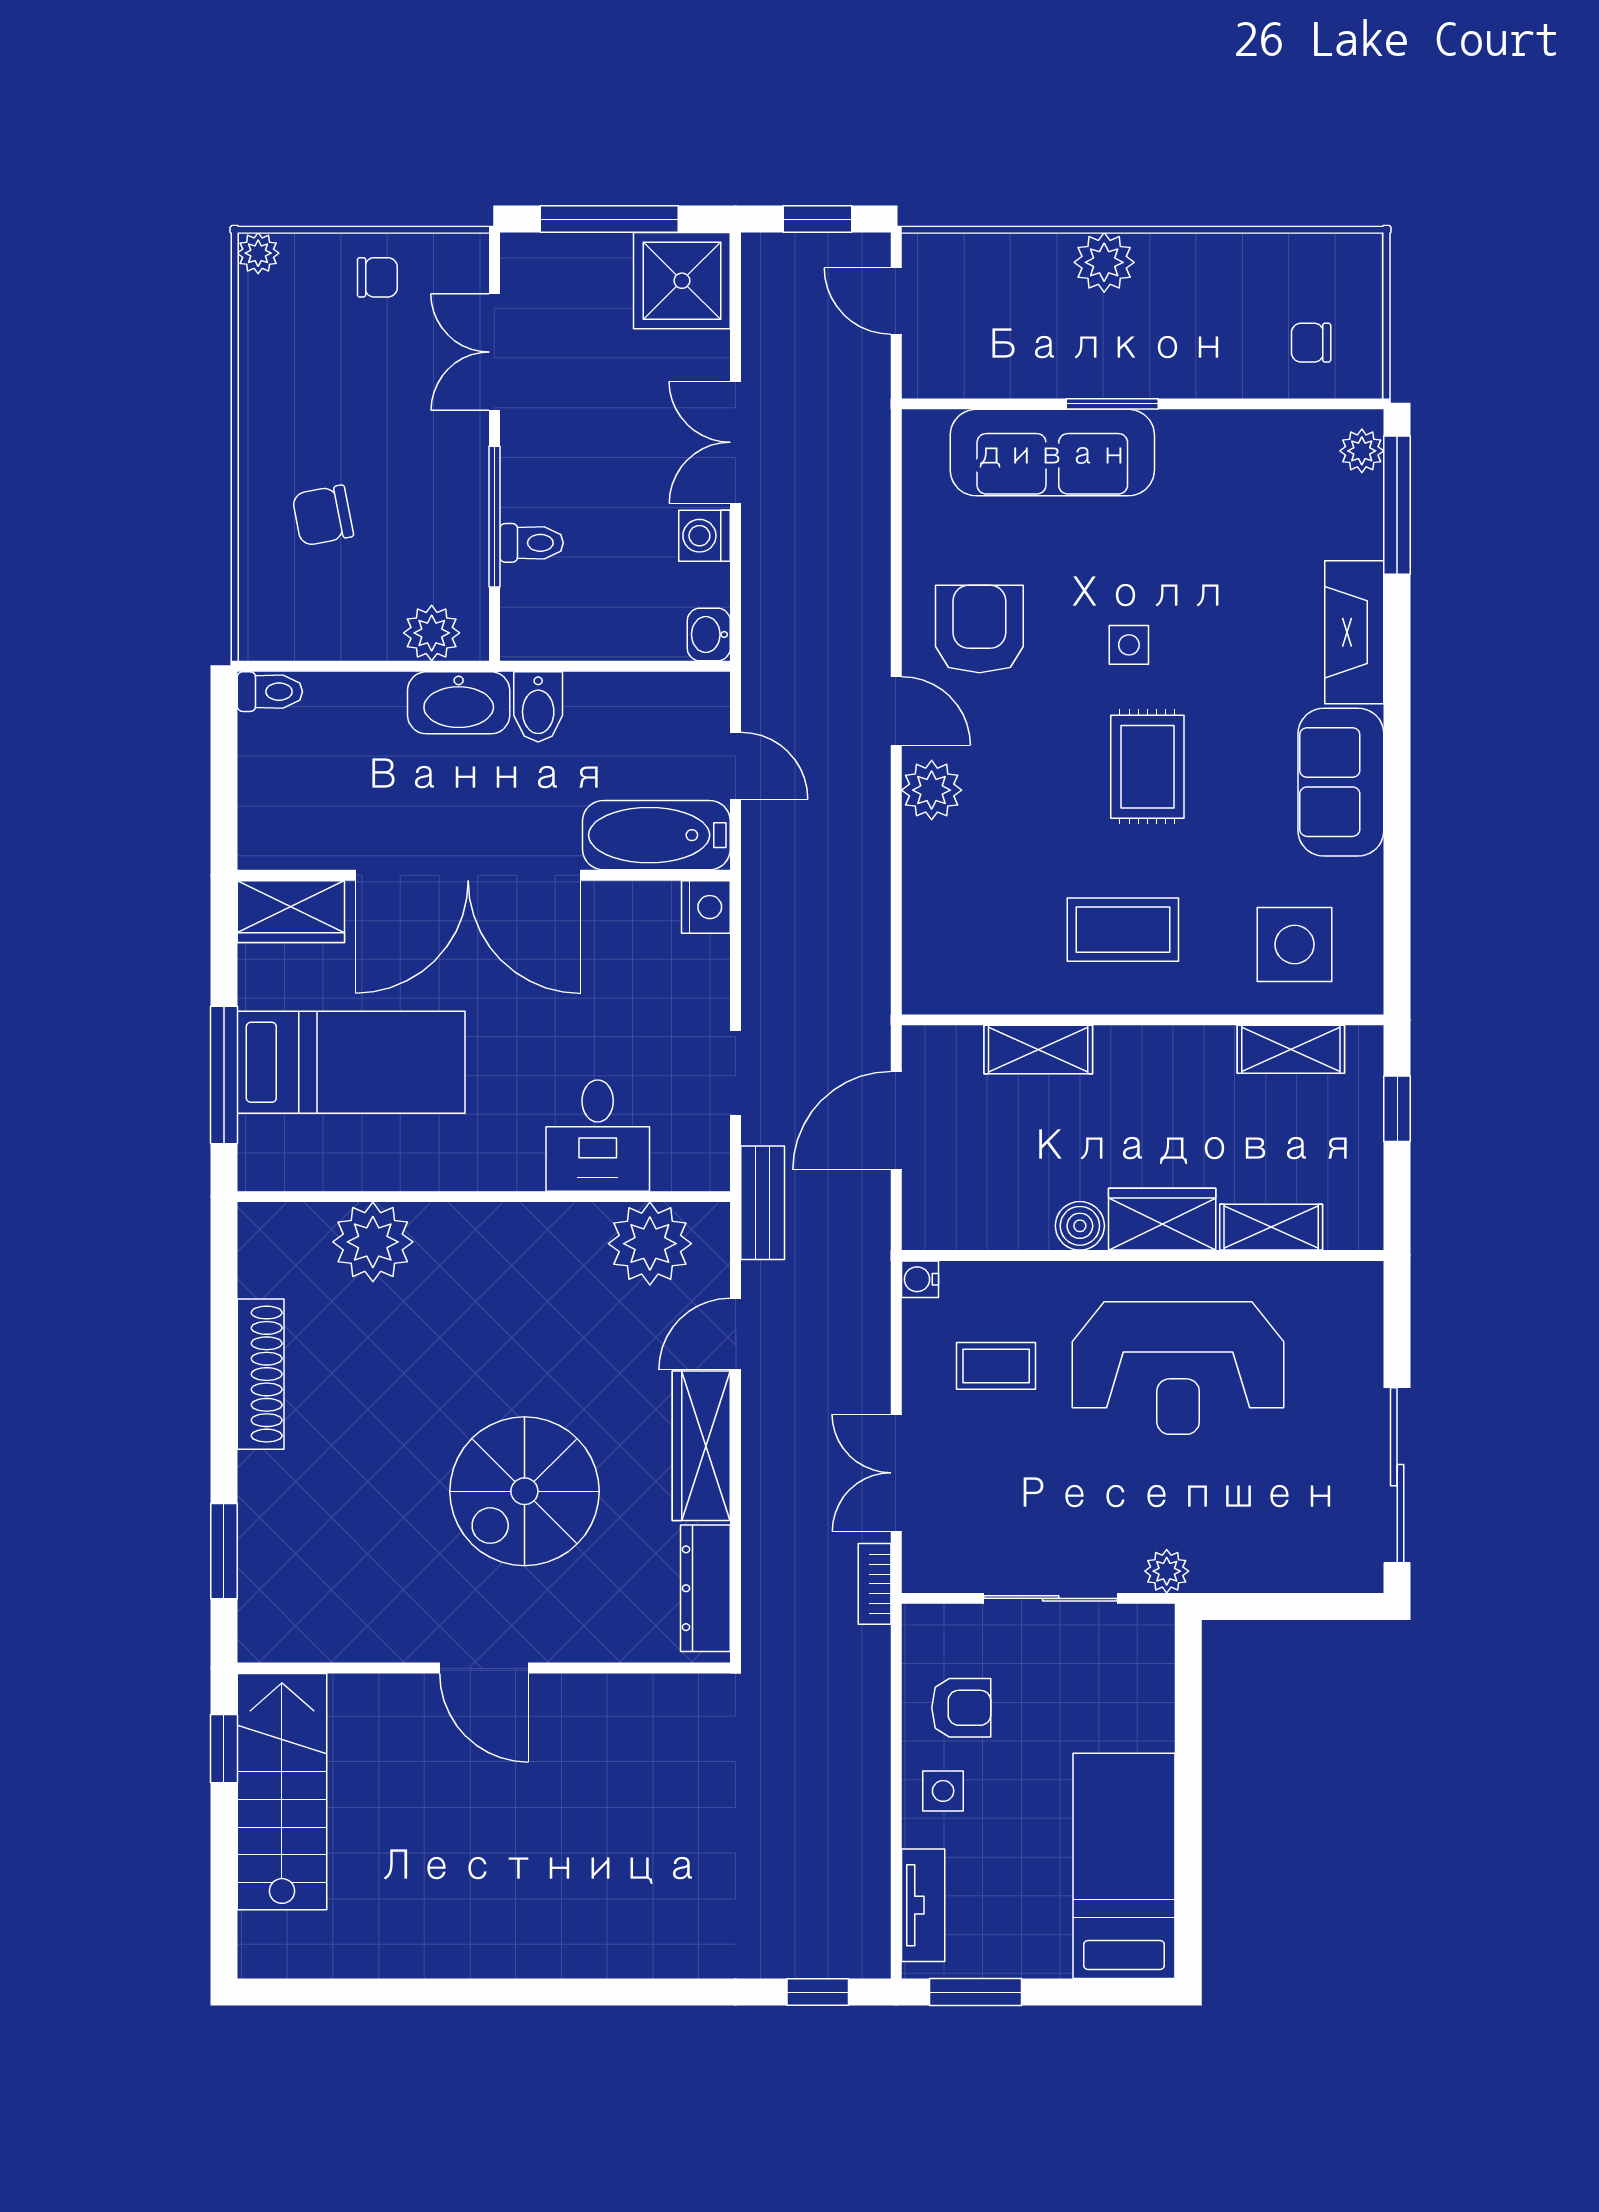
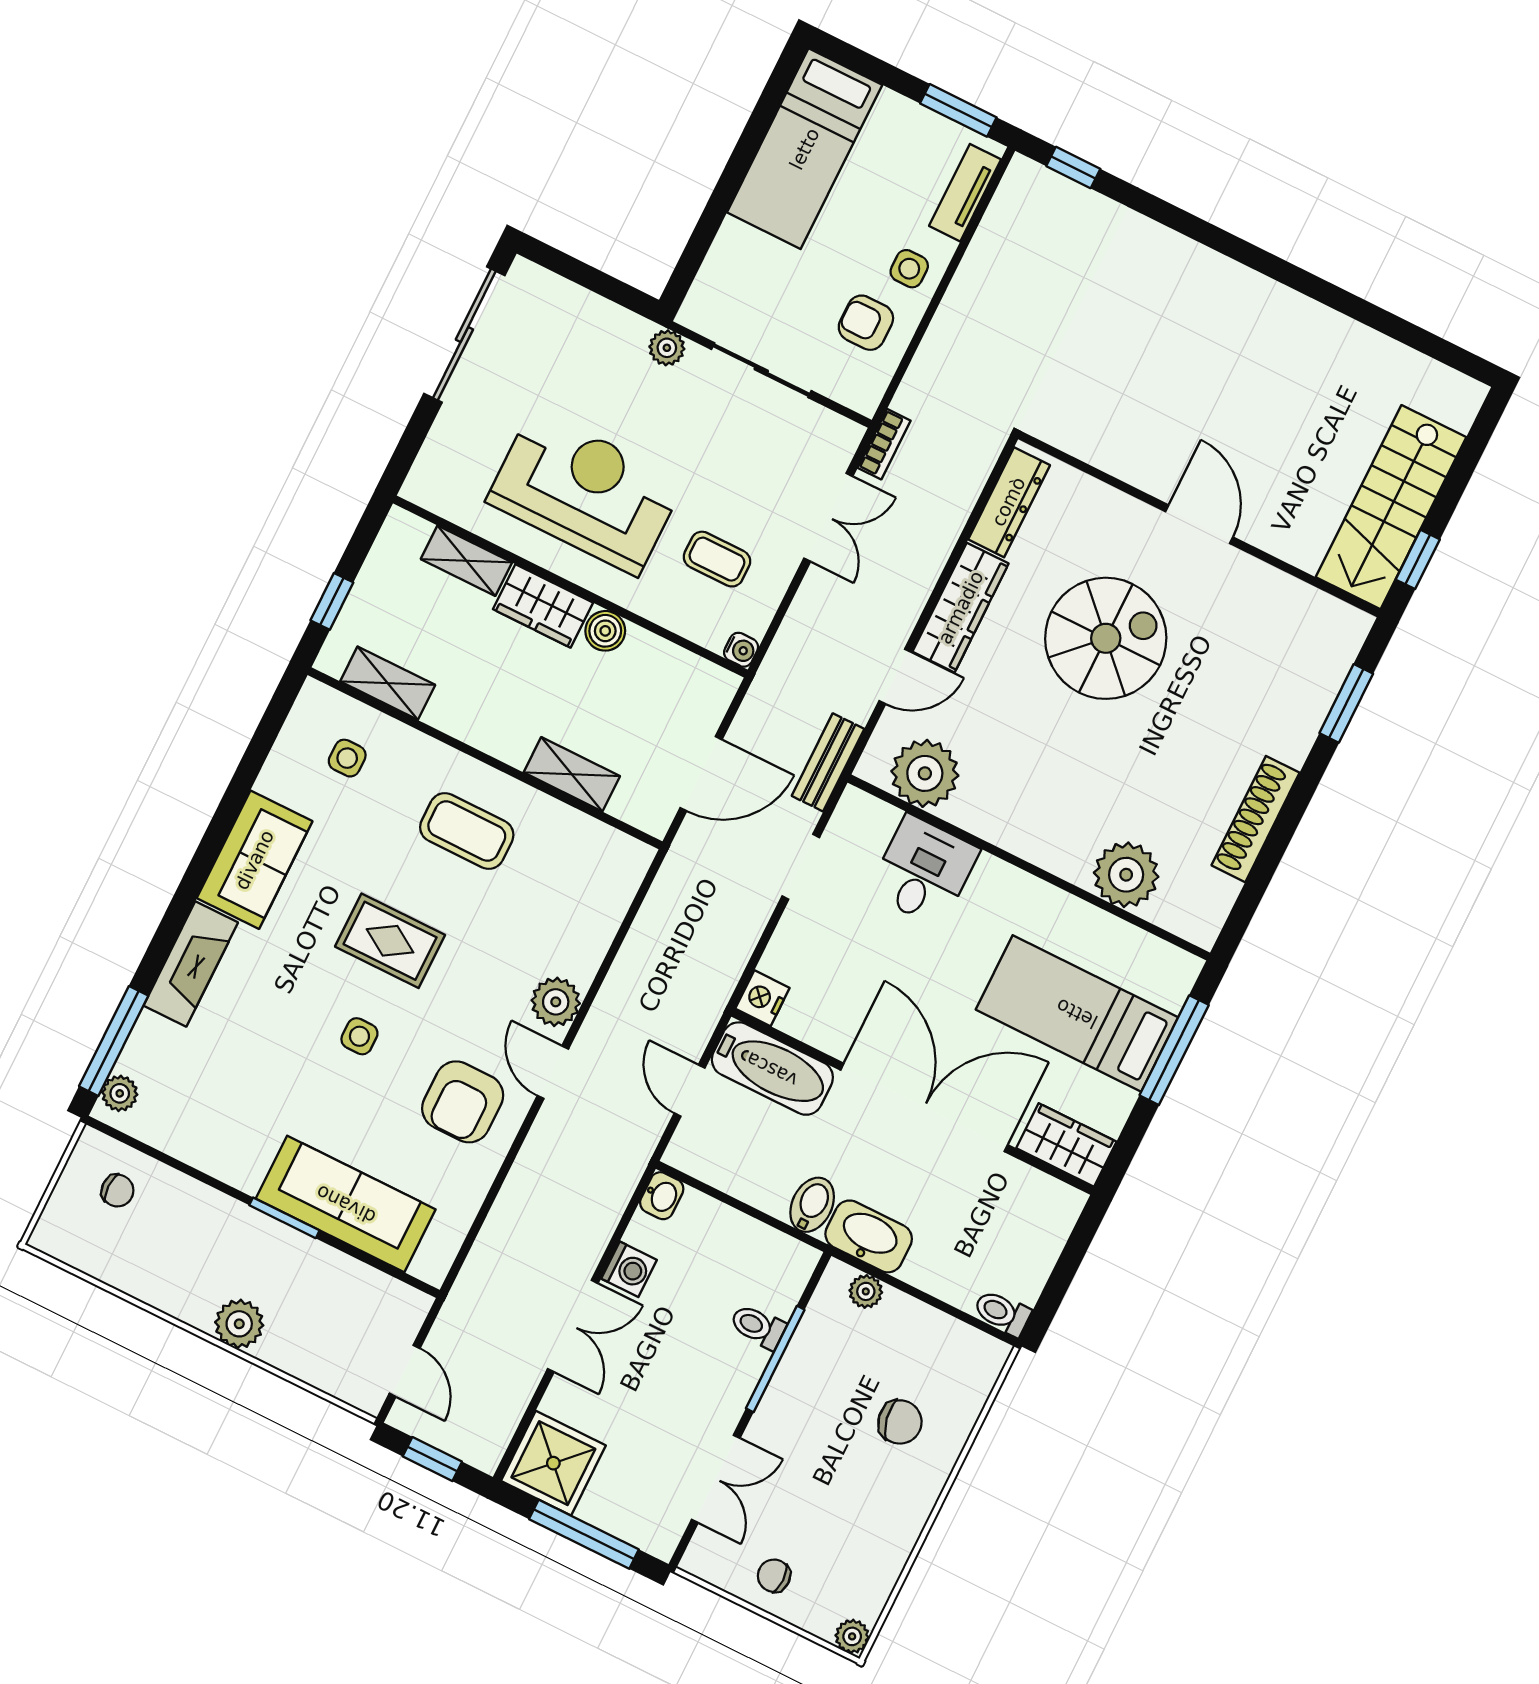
plant: (432, 633) -> (866, 1291), width x0.73, depth x0.73
rug: (1147, 767) -> (390, 941), turned 90
side table: (1295, 945) -> (347, 758), width x0.54, depth x0.54

